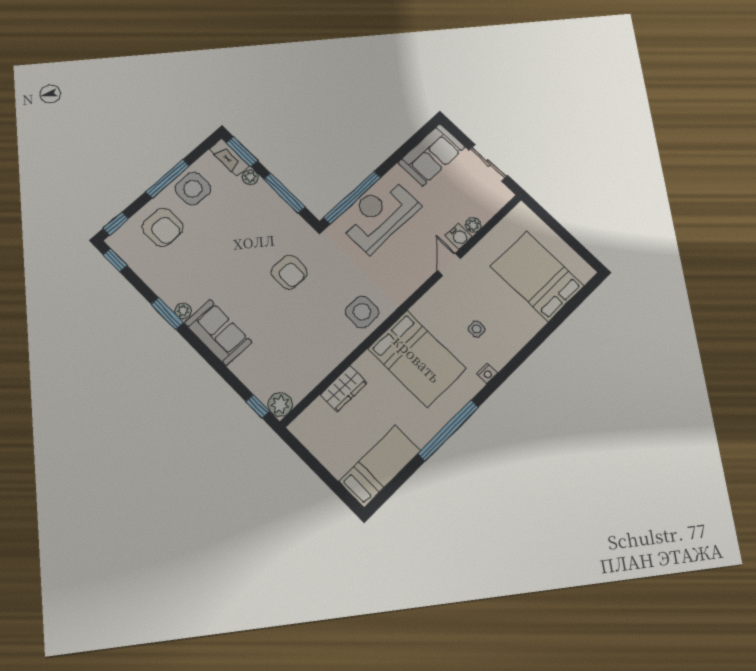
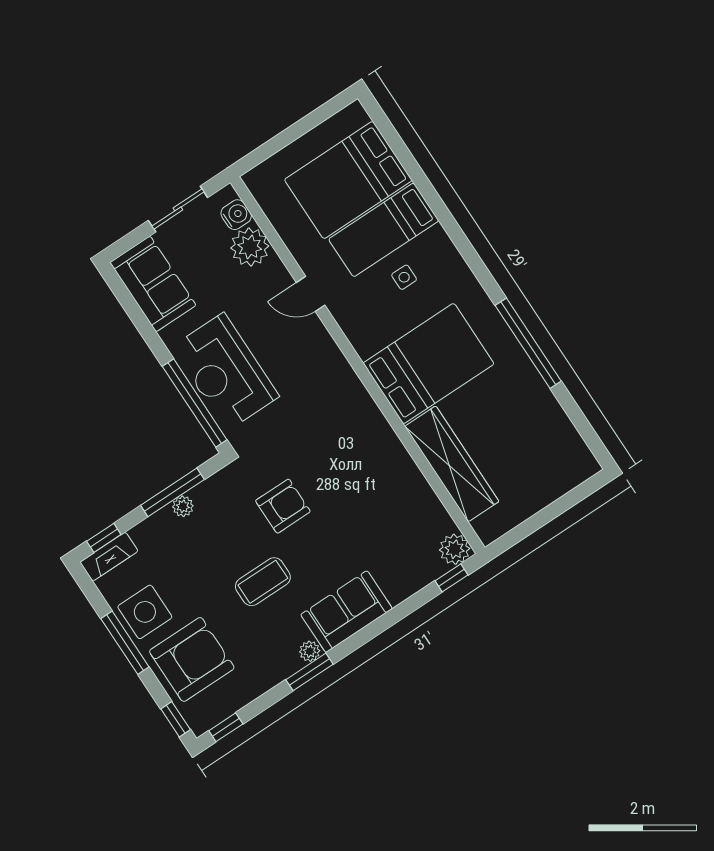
window: (242, 152) -> (104, 538), width x0.67
plant: (250, 177) -> (183, 506), moved
plant: (473, 225) -> (250, 247), width x1.88, depth x1.88
armchair: (163, 227) -> (192, 659), width x1.36, depth x1.36
water cooler: (459, 236) -> (236, 215), moved
coffee table: (230, 268) -> (263, 582), added
side table: (362, 312) -> (354, 422), removed
nightstand: (487, 374) -> (465, 277), removed
wardrobe: (343, 389) -> (452, 464), width x2.10, depth x1.17
bed: (380, 466) -> (384, 230), moved, turned -90

